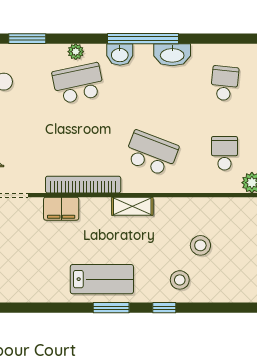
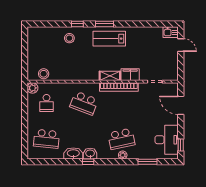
window: (143, 39) -> (88, 162), width x0.32
washbasin: (120, 54) -> (90, 154), moved
school desk: (224, 83) -> (47, 139), width x1.85
shelving: (132, 206) -> (110, 76), moved
stool: (200, 245) -> (44, 74), moved

